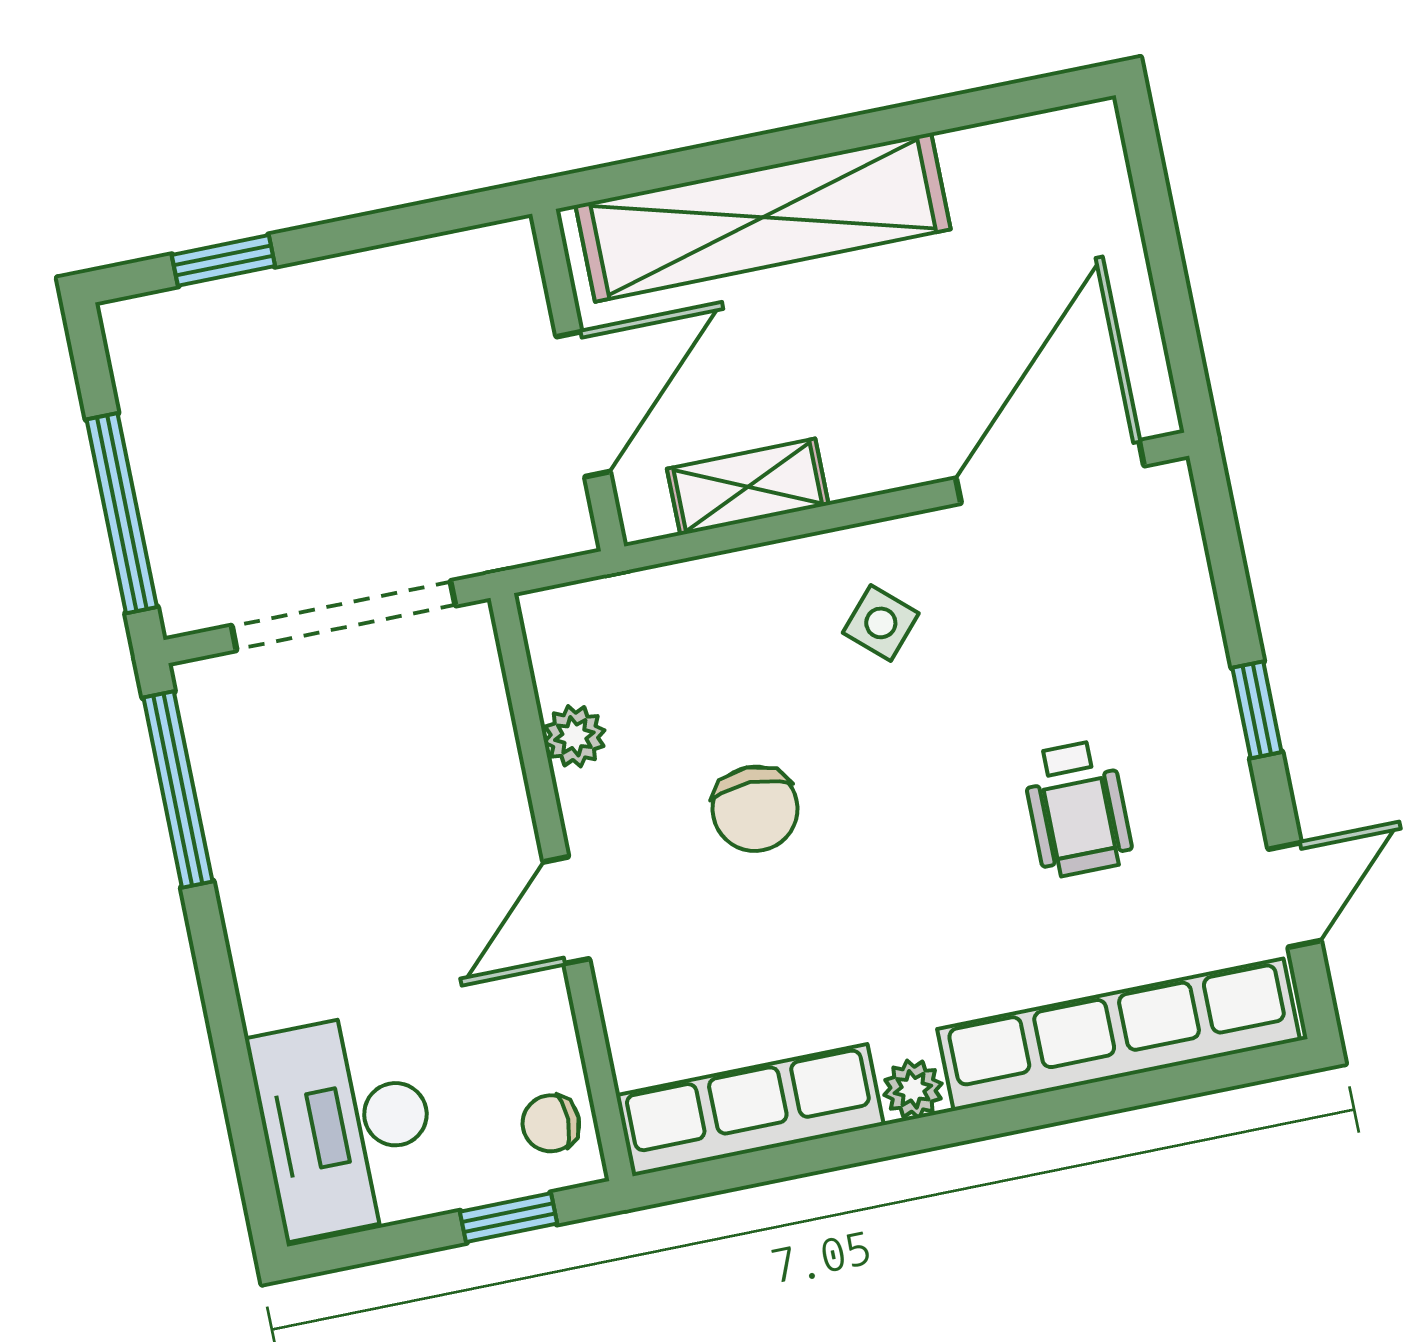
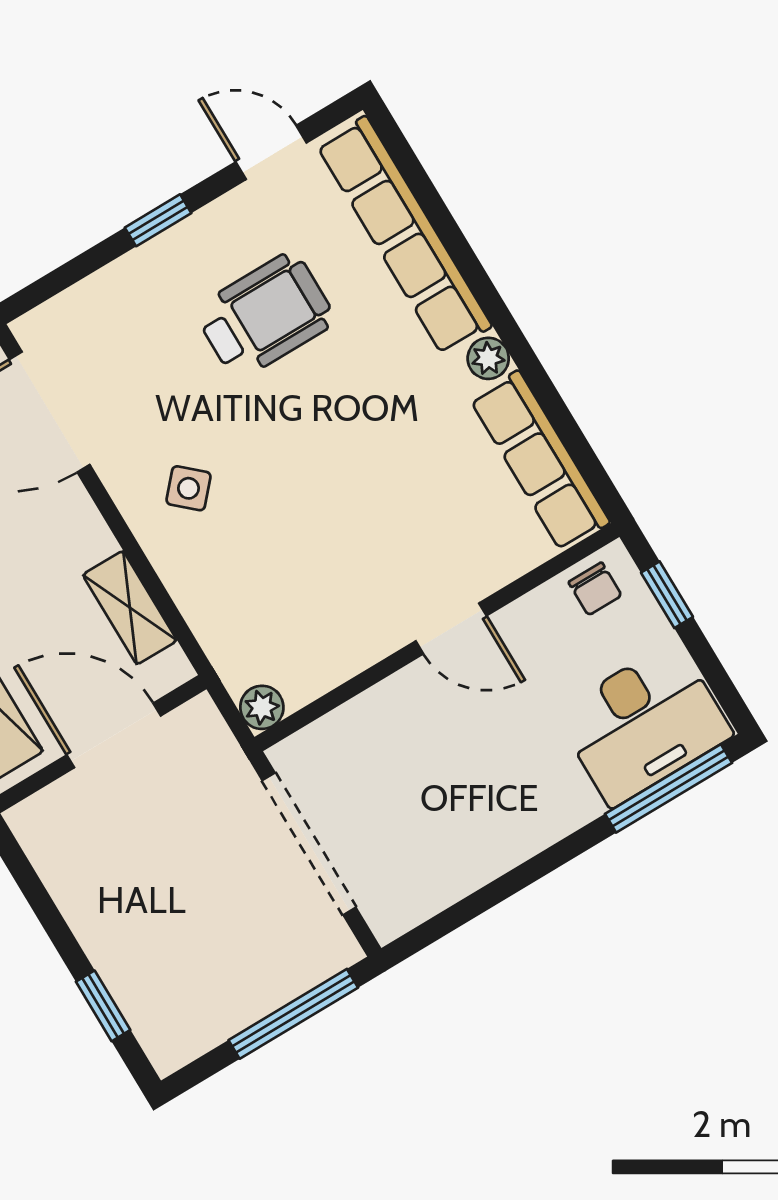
plant: (574, 736) -> (262, 707), moved
window: (178, 789) -> (668, 788), moved
chair: (755, 809) -> (340, 528), removed
wheelchair: (1077, 809) -> (265, 315), width x1.36, depth x1.37

